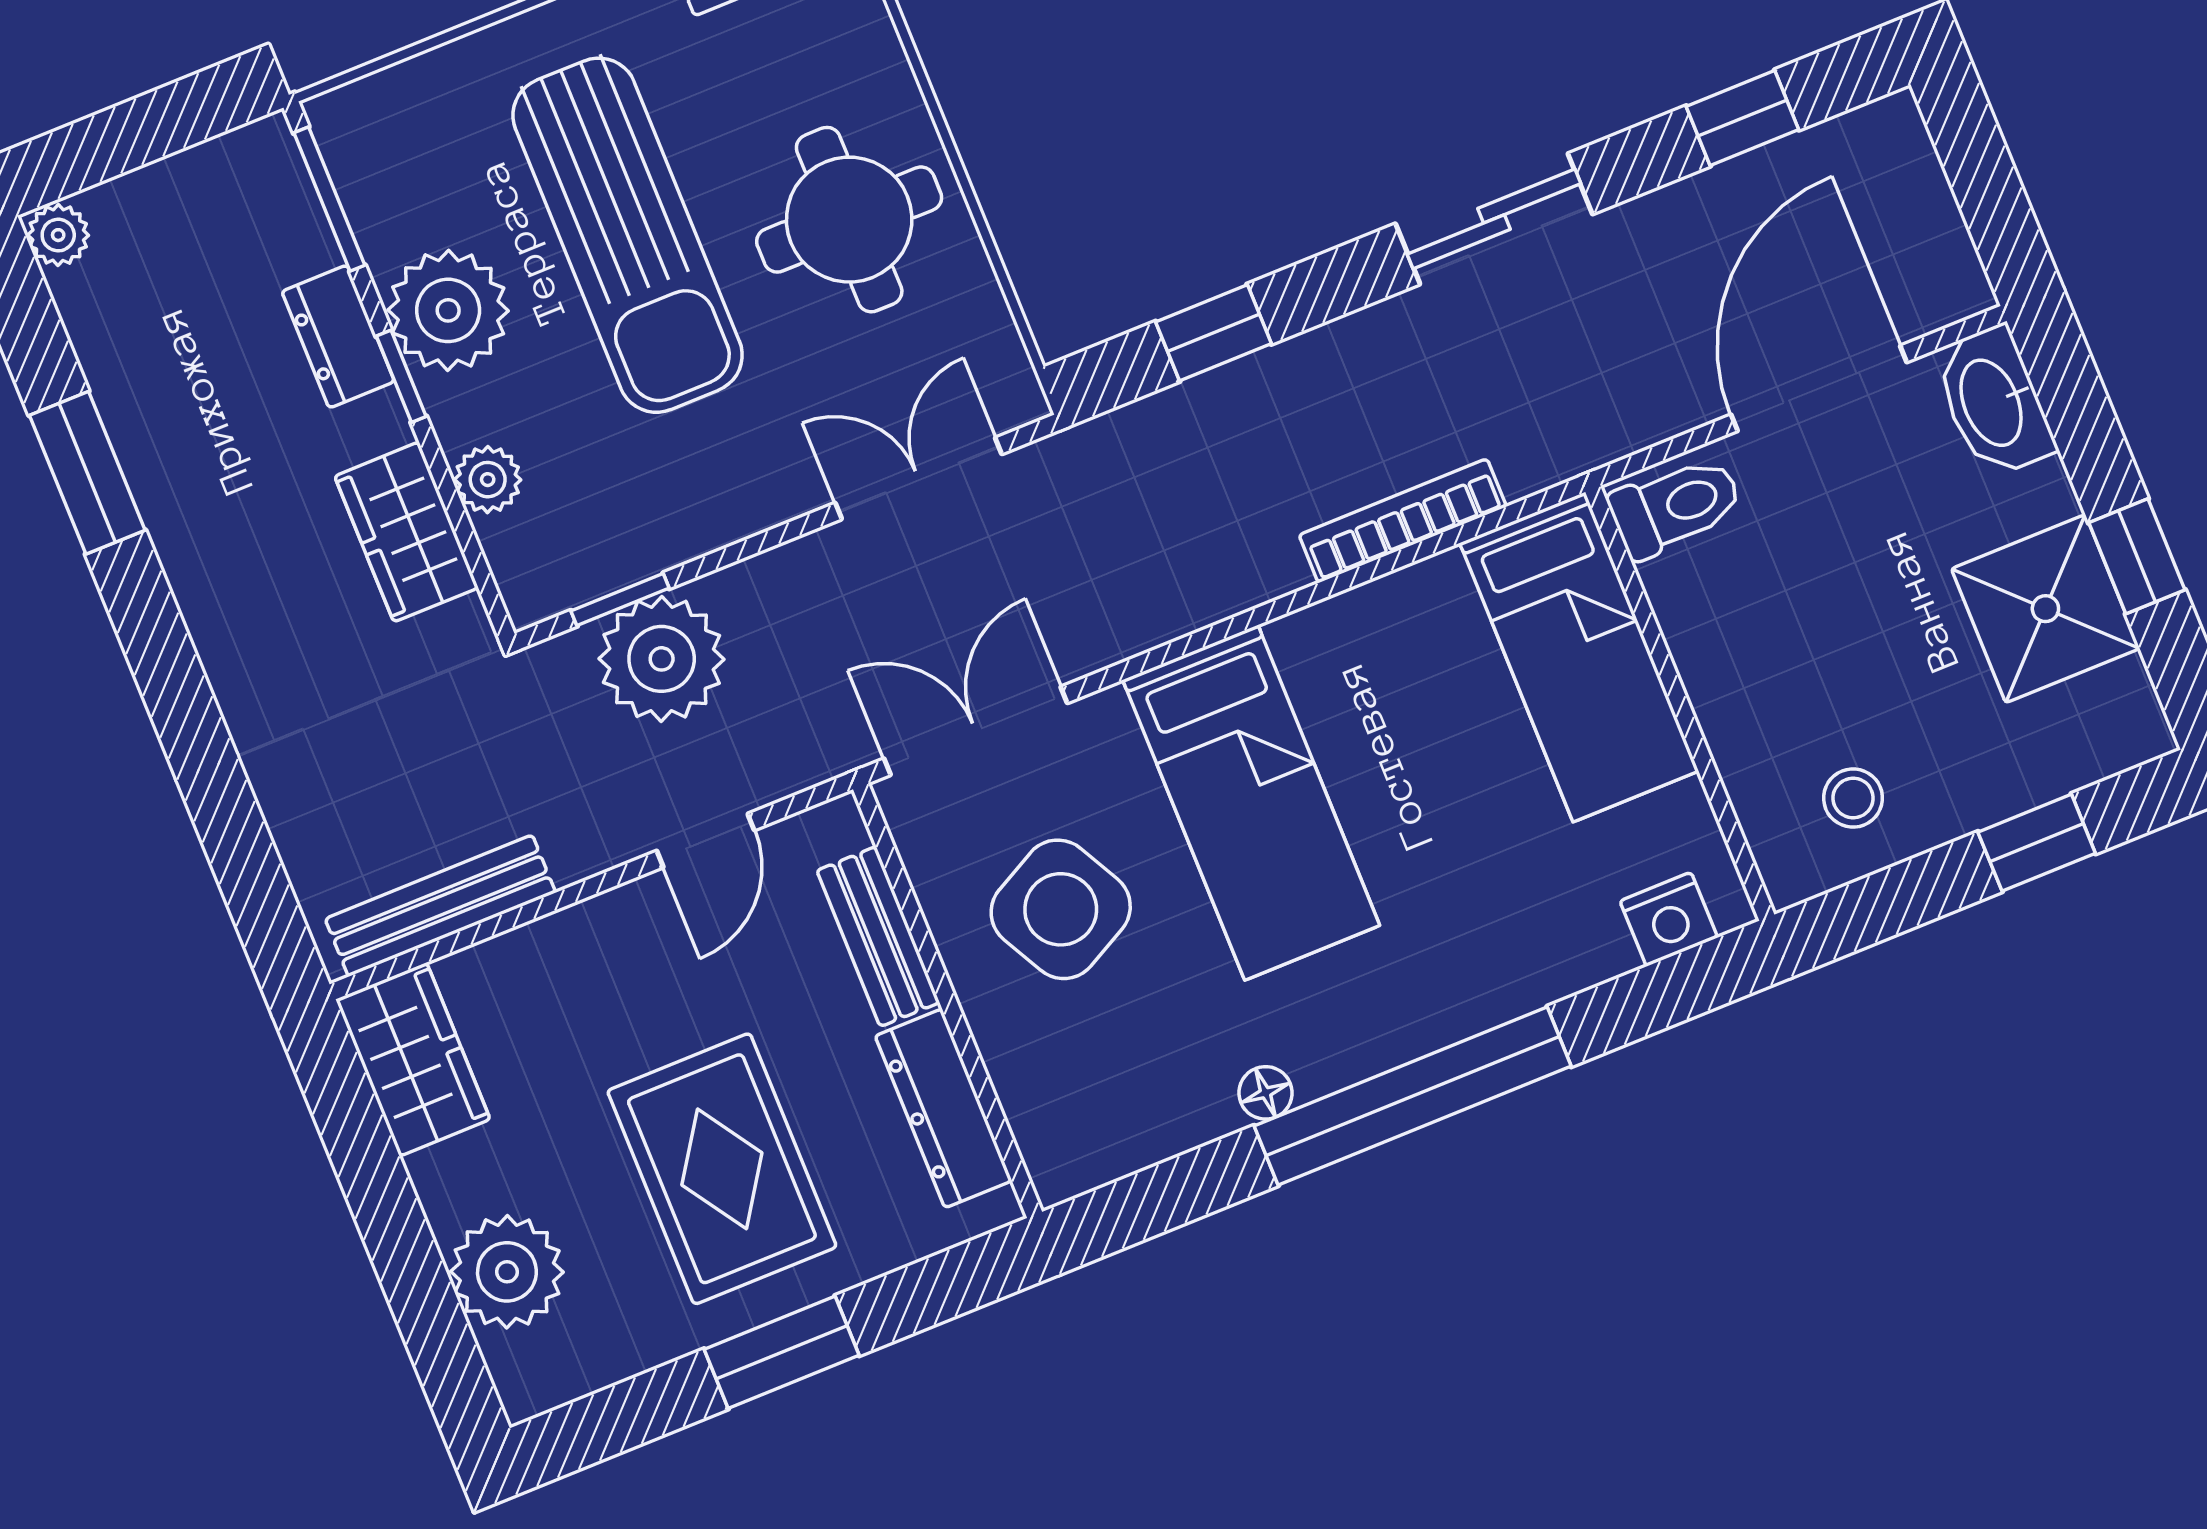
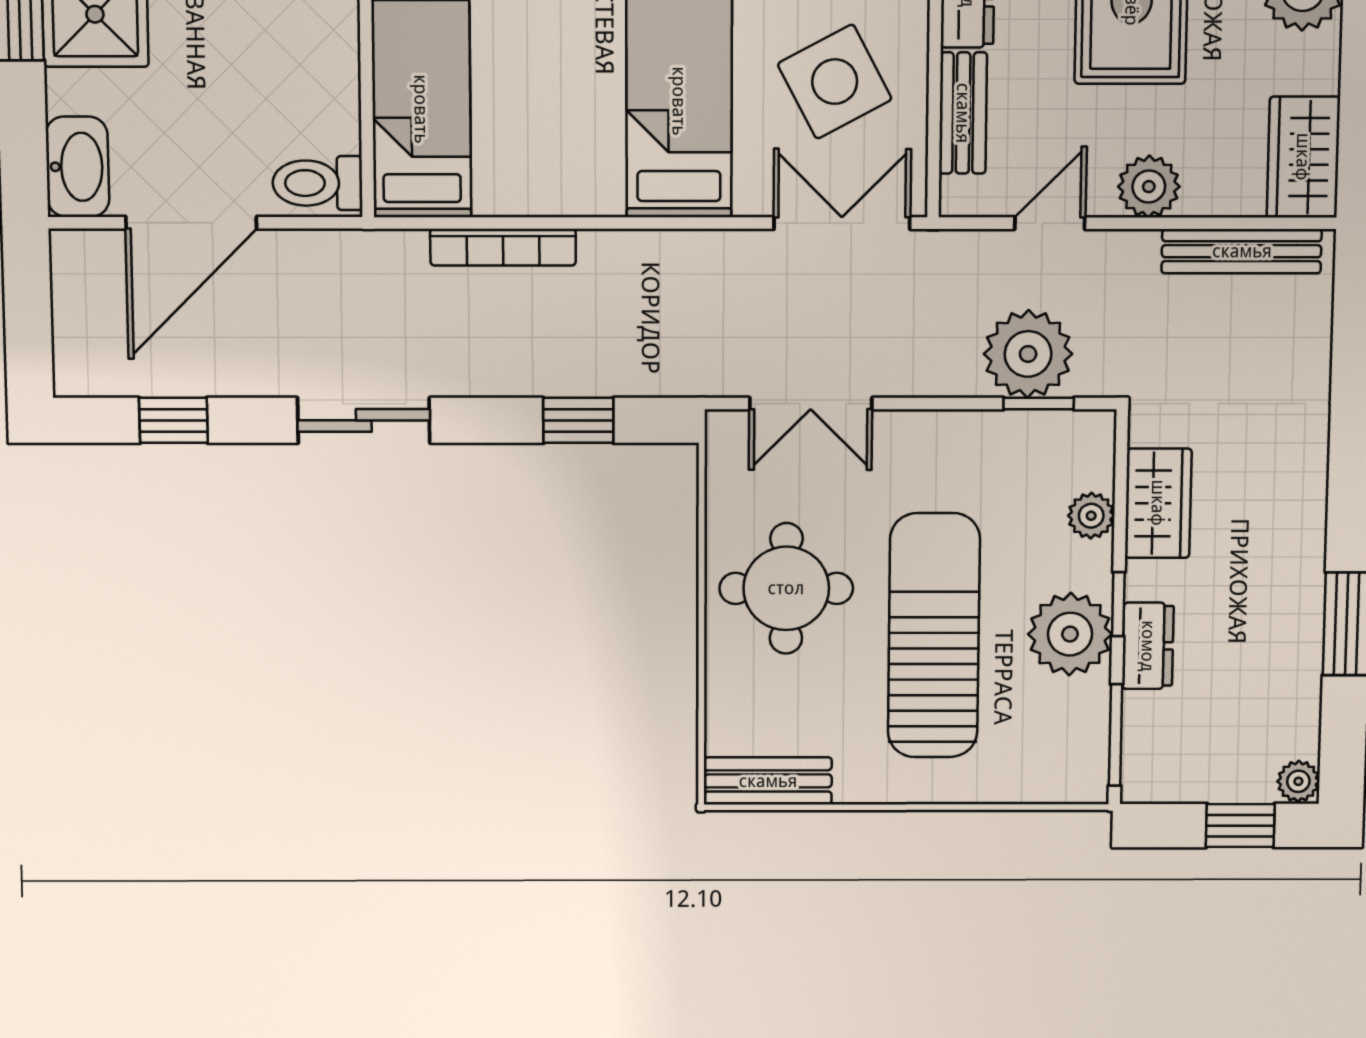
window: (110, 144) -> (1240, 826), added
double door: (976, 731) -> (842, 223), swing flipped
plant: (597, 940) -> (1149, 187), added

